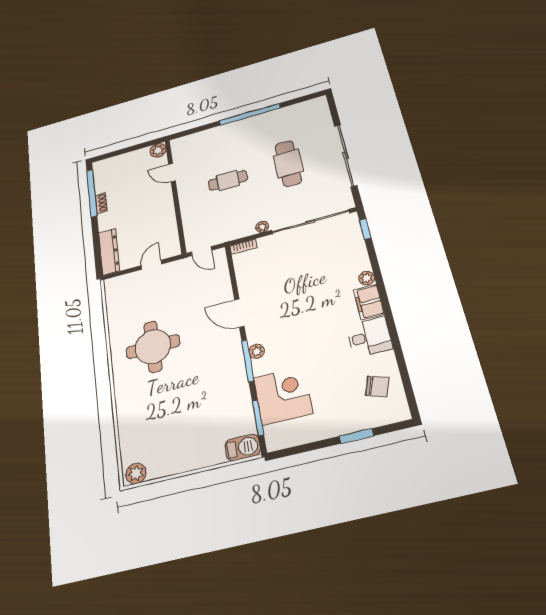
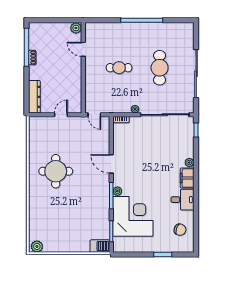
corner desk: (283, 396) -> (133, 216), width x1.36, depth x1.36

